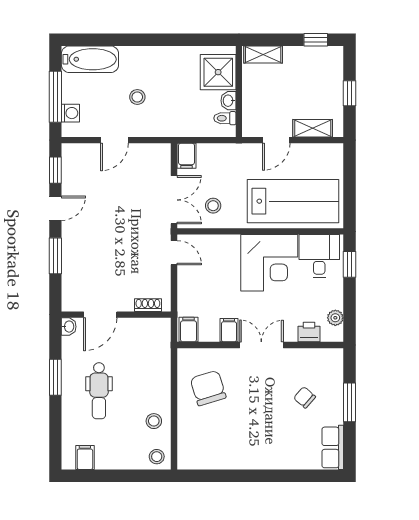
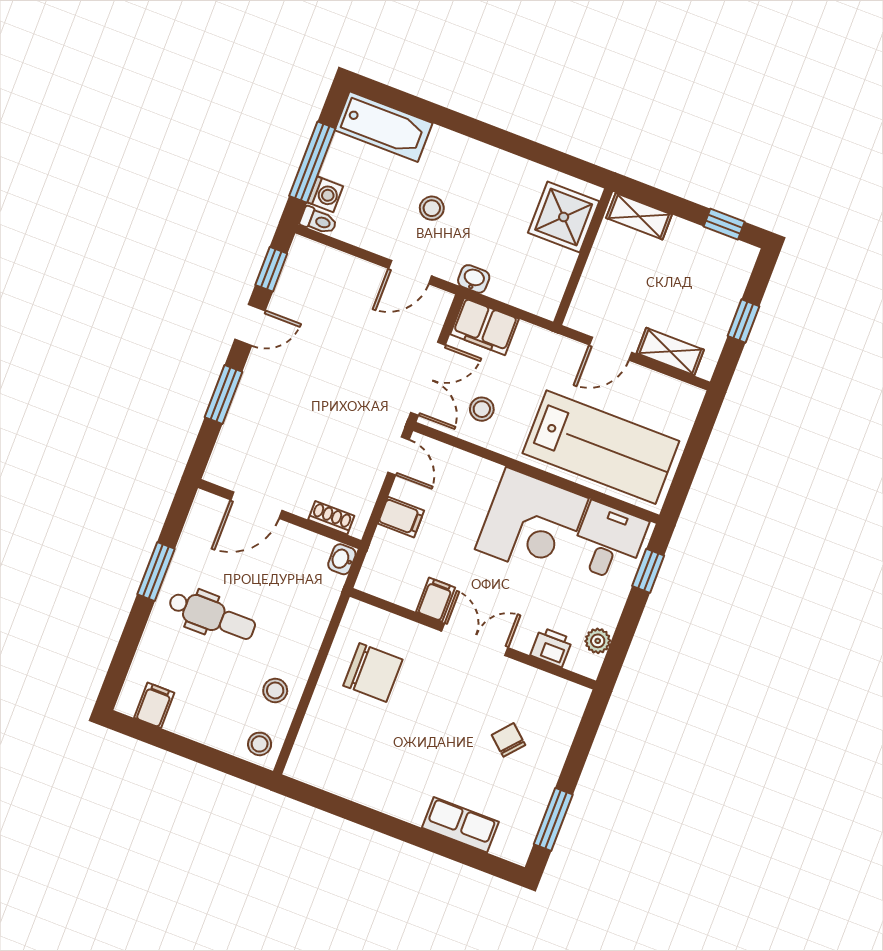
washbasin: (228, 101) -> (474, 279), moved, turned 90
toilet: (225, 118) -> (318, 221), moved, turned 180
door: (114, 140) -> (410, 272), moved
filing cabinet: (186, 156) -> (484, 327), width x2.00
washbasin: (69, 327) -> (342, 559), moved, turned 180
filing cabinet: (188, 330) -> (401, 517), moved, turned 90
chair: (208, 388) -> (373, 673), turned 107
dental chair: (99, 391) -> (212, 616), turned -90
window: (349, 402) -> (553, 819), moved
row of seats: (333, 447) -> (460, 825), moved, turned 90

